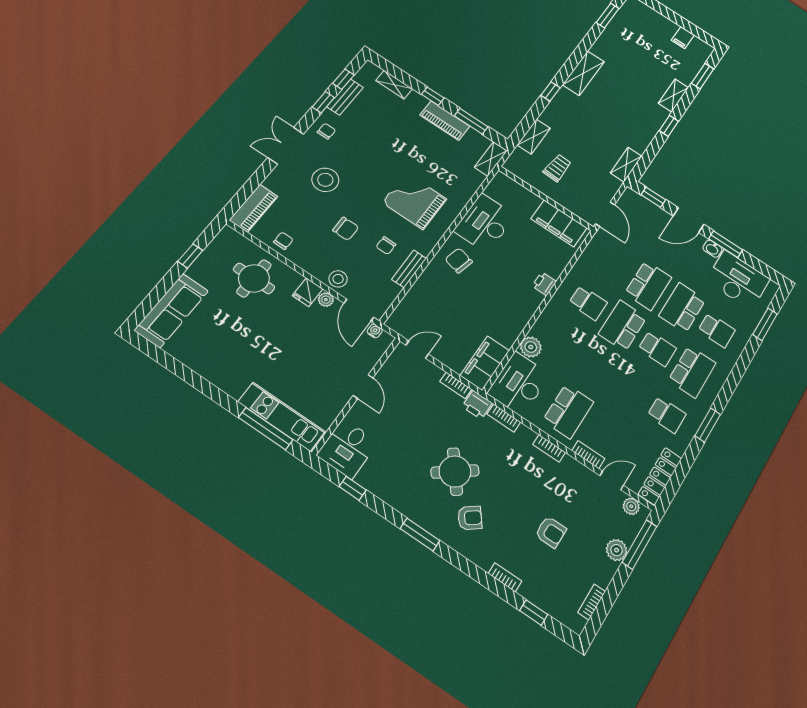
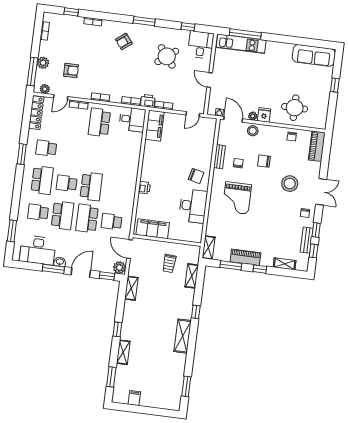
grand piano: (414, 201) -> (237, 198), turned 90
window: (190, 256) -> (335, 85), moved
school desk: (588, 303) -> (112, 222), moved
sofa: (171, 310) -> (314, 55), moved, turned -90
plant: (531, 347) -> (119, 268), moved
school desk: (692, 372) -> (42, 180), turned 180
desk: (519, 384) -> (132, 119), width x0.73
round table: (455, 472) -> (167, 56), moved
armchair: (551, 532) -> (71, 70), moved, turned 180

